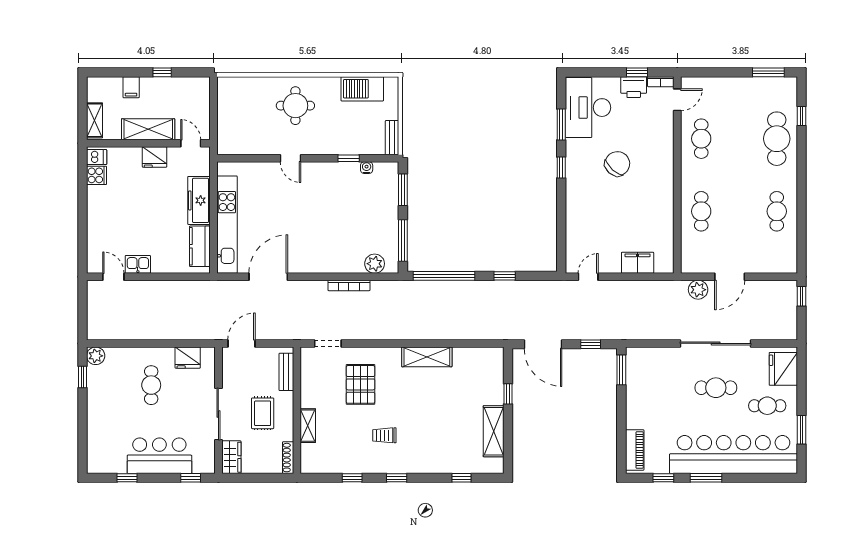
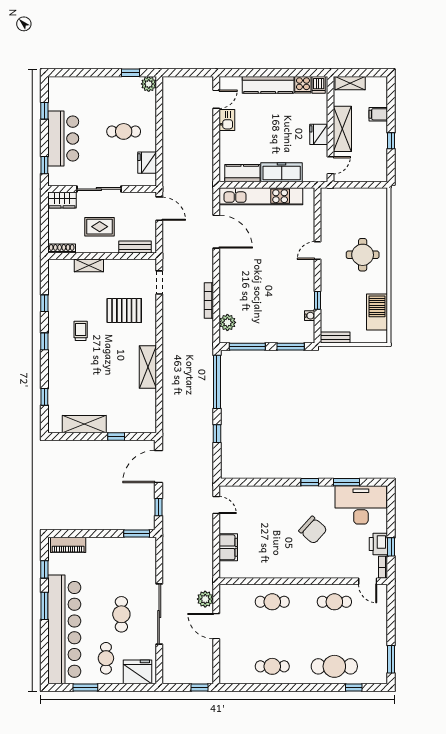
kitchen counter: (97, 216) -> (268, 85), added

